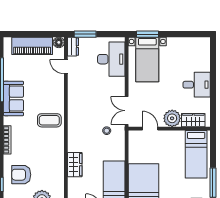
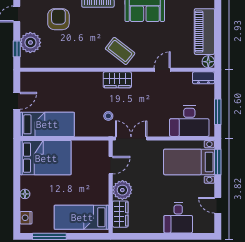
window: (85, 34) -> (218, 112), moved
door: (186, 34) -> (218, 205), added
door: (66, 67) -> (162, 70), moved
desk: (197, 85) -> (178, 218), moved
coffee table: (49, 120) -> (120, 51), turned -52
wardrobe: (75, 165) -> (117, 80), moved

